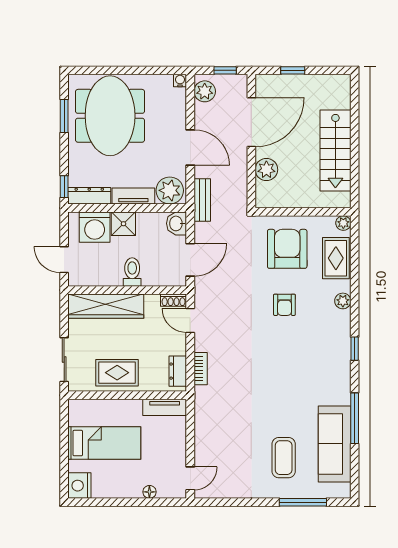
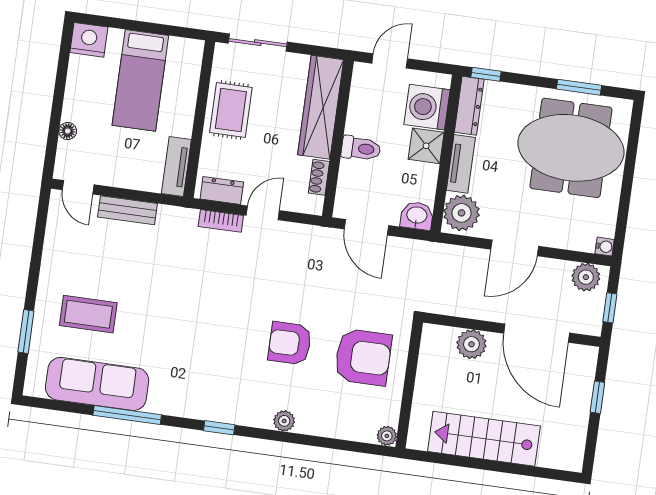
bench: (202, 200) -> (128, 210), moved
rug: (336, 258) -> (342, 420), removed
shoe rack: (174, 300) -> (319, 177), moved
armchair: (284, 305) -> (290, 343), width x1.38, depth x1.38
door: (190, 320) -> (263, 213), moved
window: (303, 502) -> (26, 331), width x0.69

